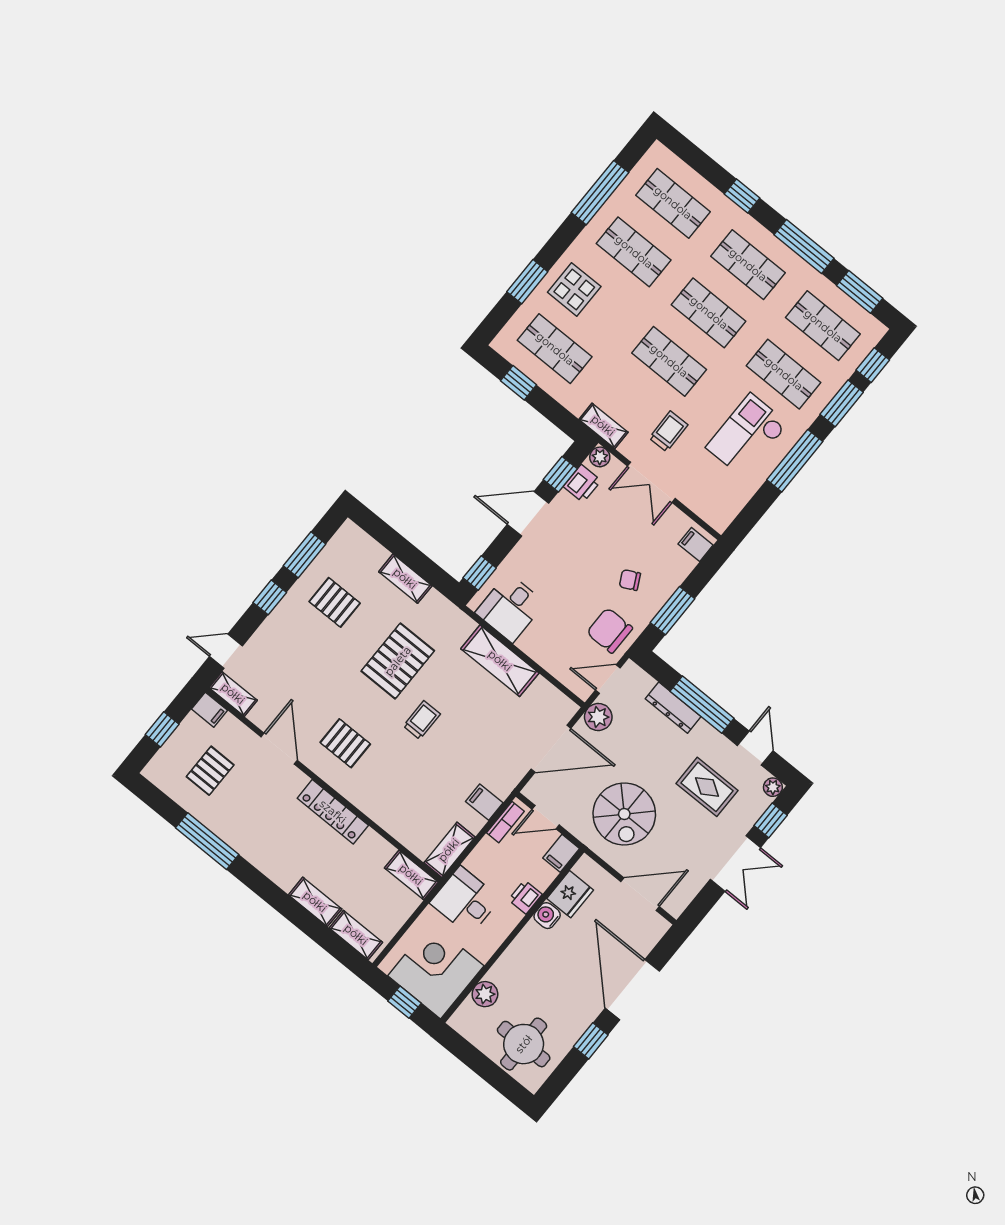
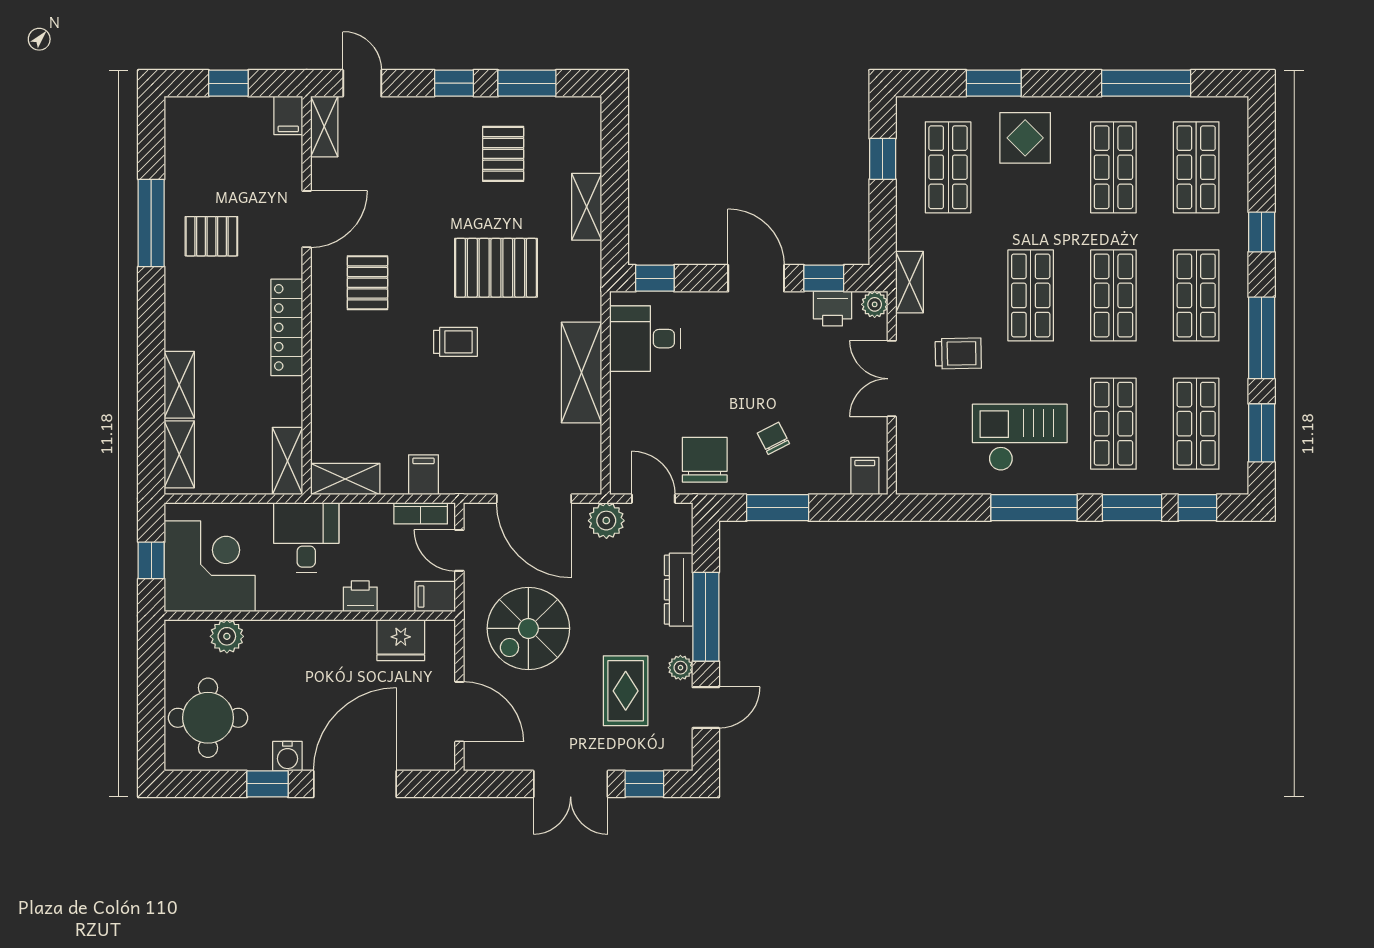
pallet: (210, 771) -> (211, 236), moved
plant: (773, 787) -> (680, 668), moved
water cooler: (547, 916) -> (287, 756), moved, turned 180

